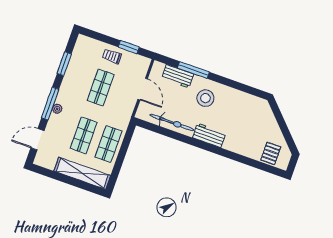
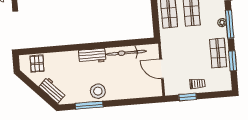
window: (193, 70) -> (89, 105), moved
workbench: (178, 76) -> (53, 90), moved, turned 46
shop shelf: (101, 87) -> (218, 53), moved
stool: (205, 98) -> (98, 91), moved

